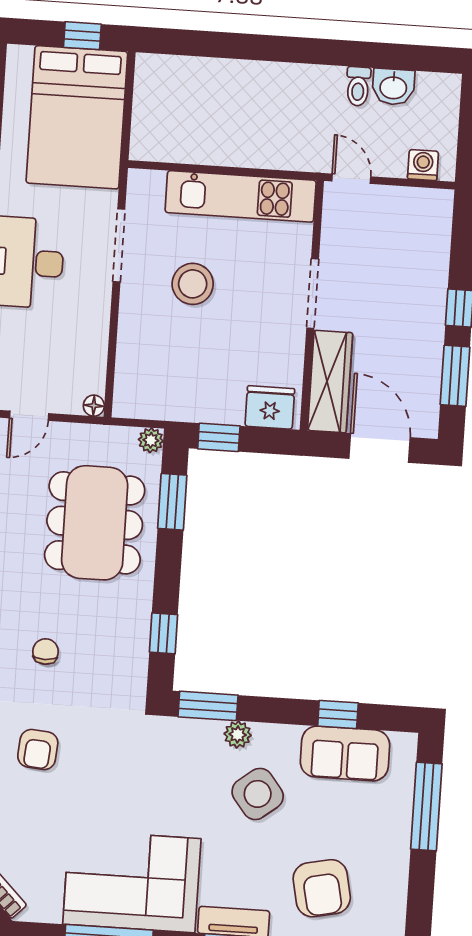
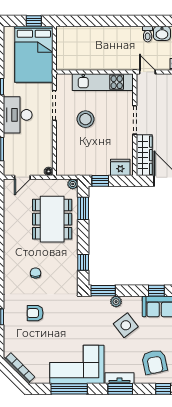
armchair: (38, 749) -> (35, 313), turned 85

